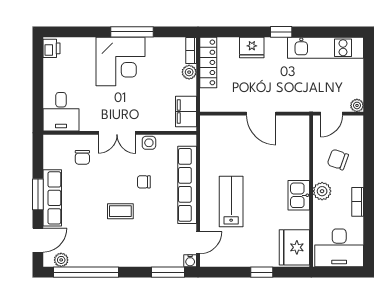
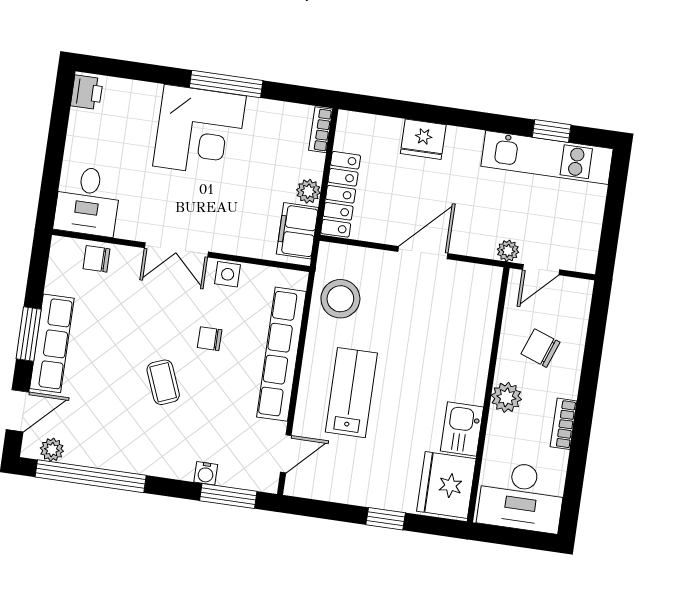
window: (281, 32) -> (552, 131), moved
locker: (208, 62) -> (341, 194), moved
plant: (189, 72) -> (308, 191), moved
plant: (357, 105) -> (508, 251), moved
door: (261, 114) -> (423, 253), swing flipped
stool: (217, 148) -> (340, 299), added
chair: (82, 157) -> (97, 259), moved, turned 90
kitchen sink: (299, 195) -> (462, 429), moved
coffee table: (120, 211) -> (163, 382), turned 68
water cooler: (190, 261) -> (206, 473), moved

